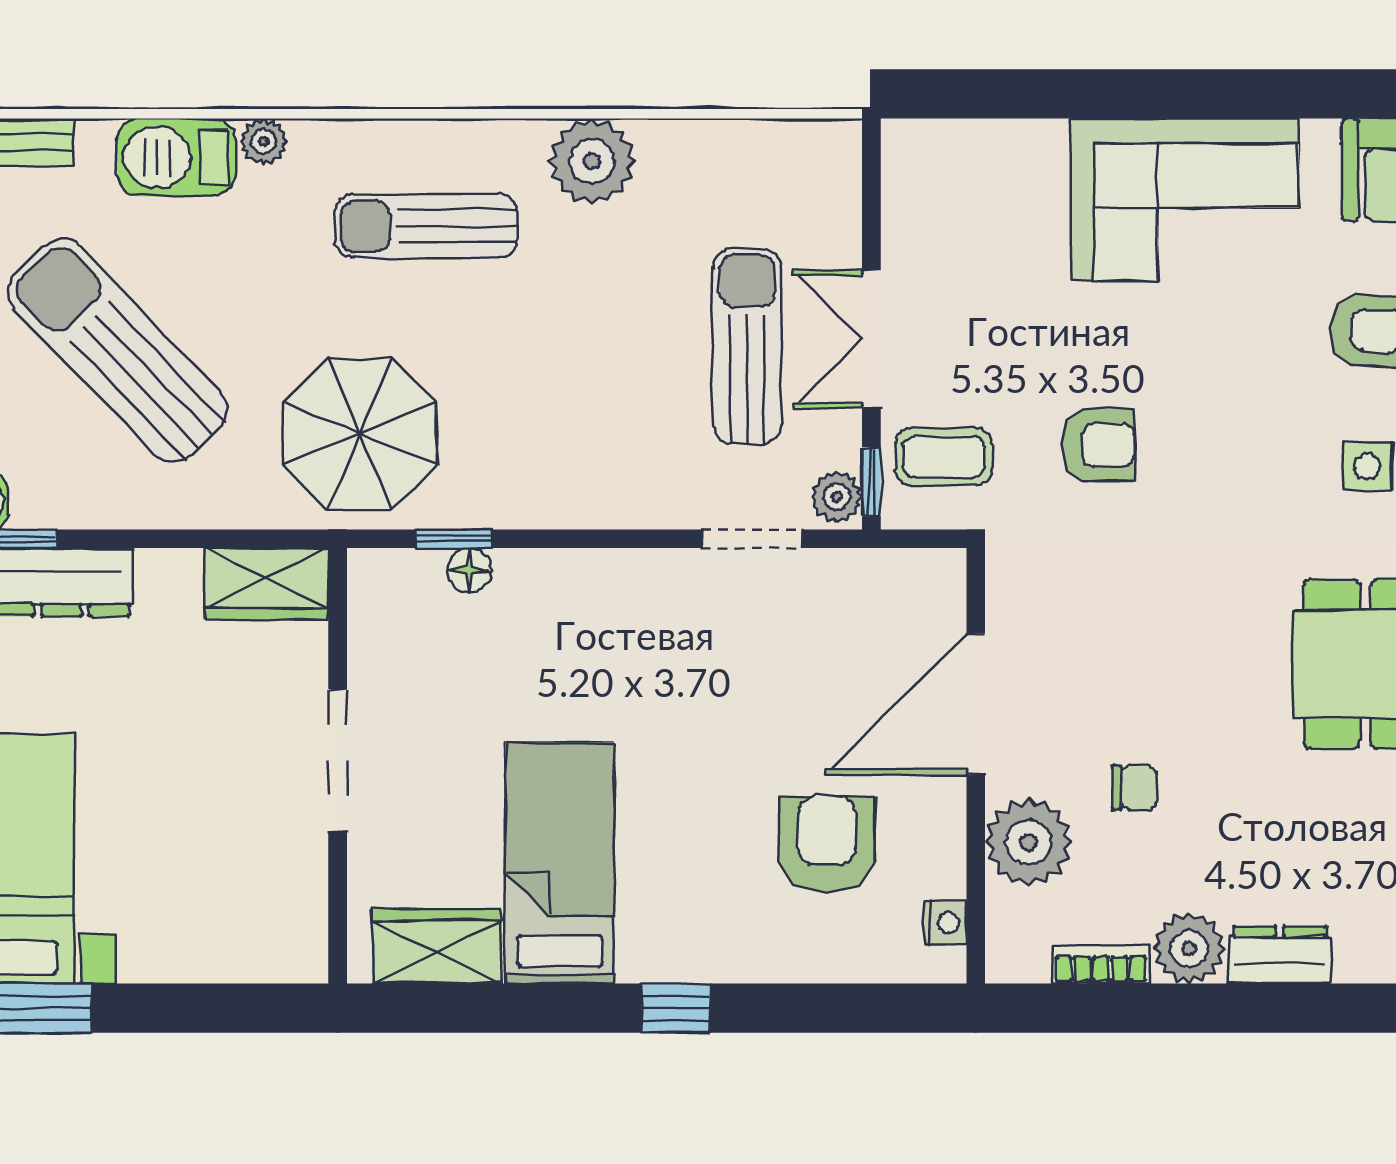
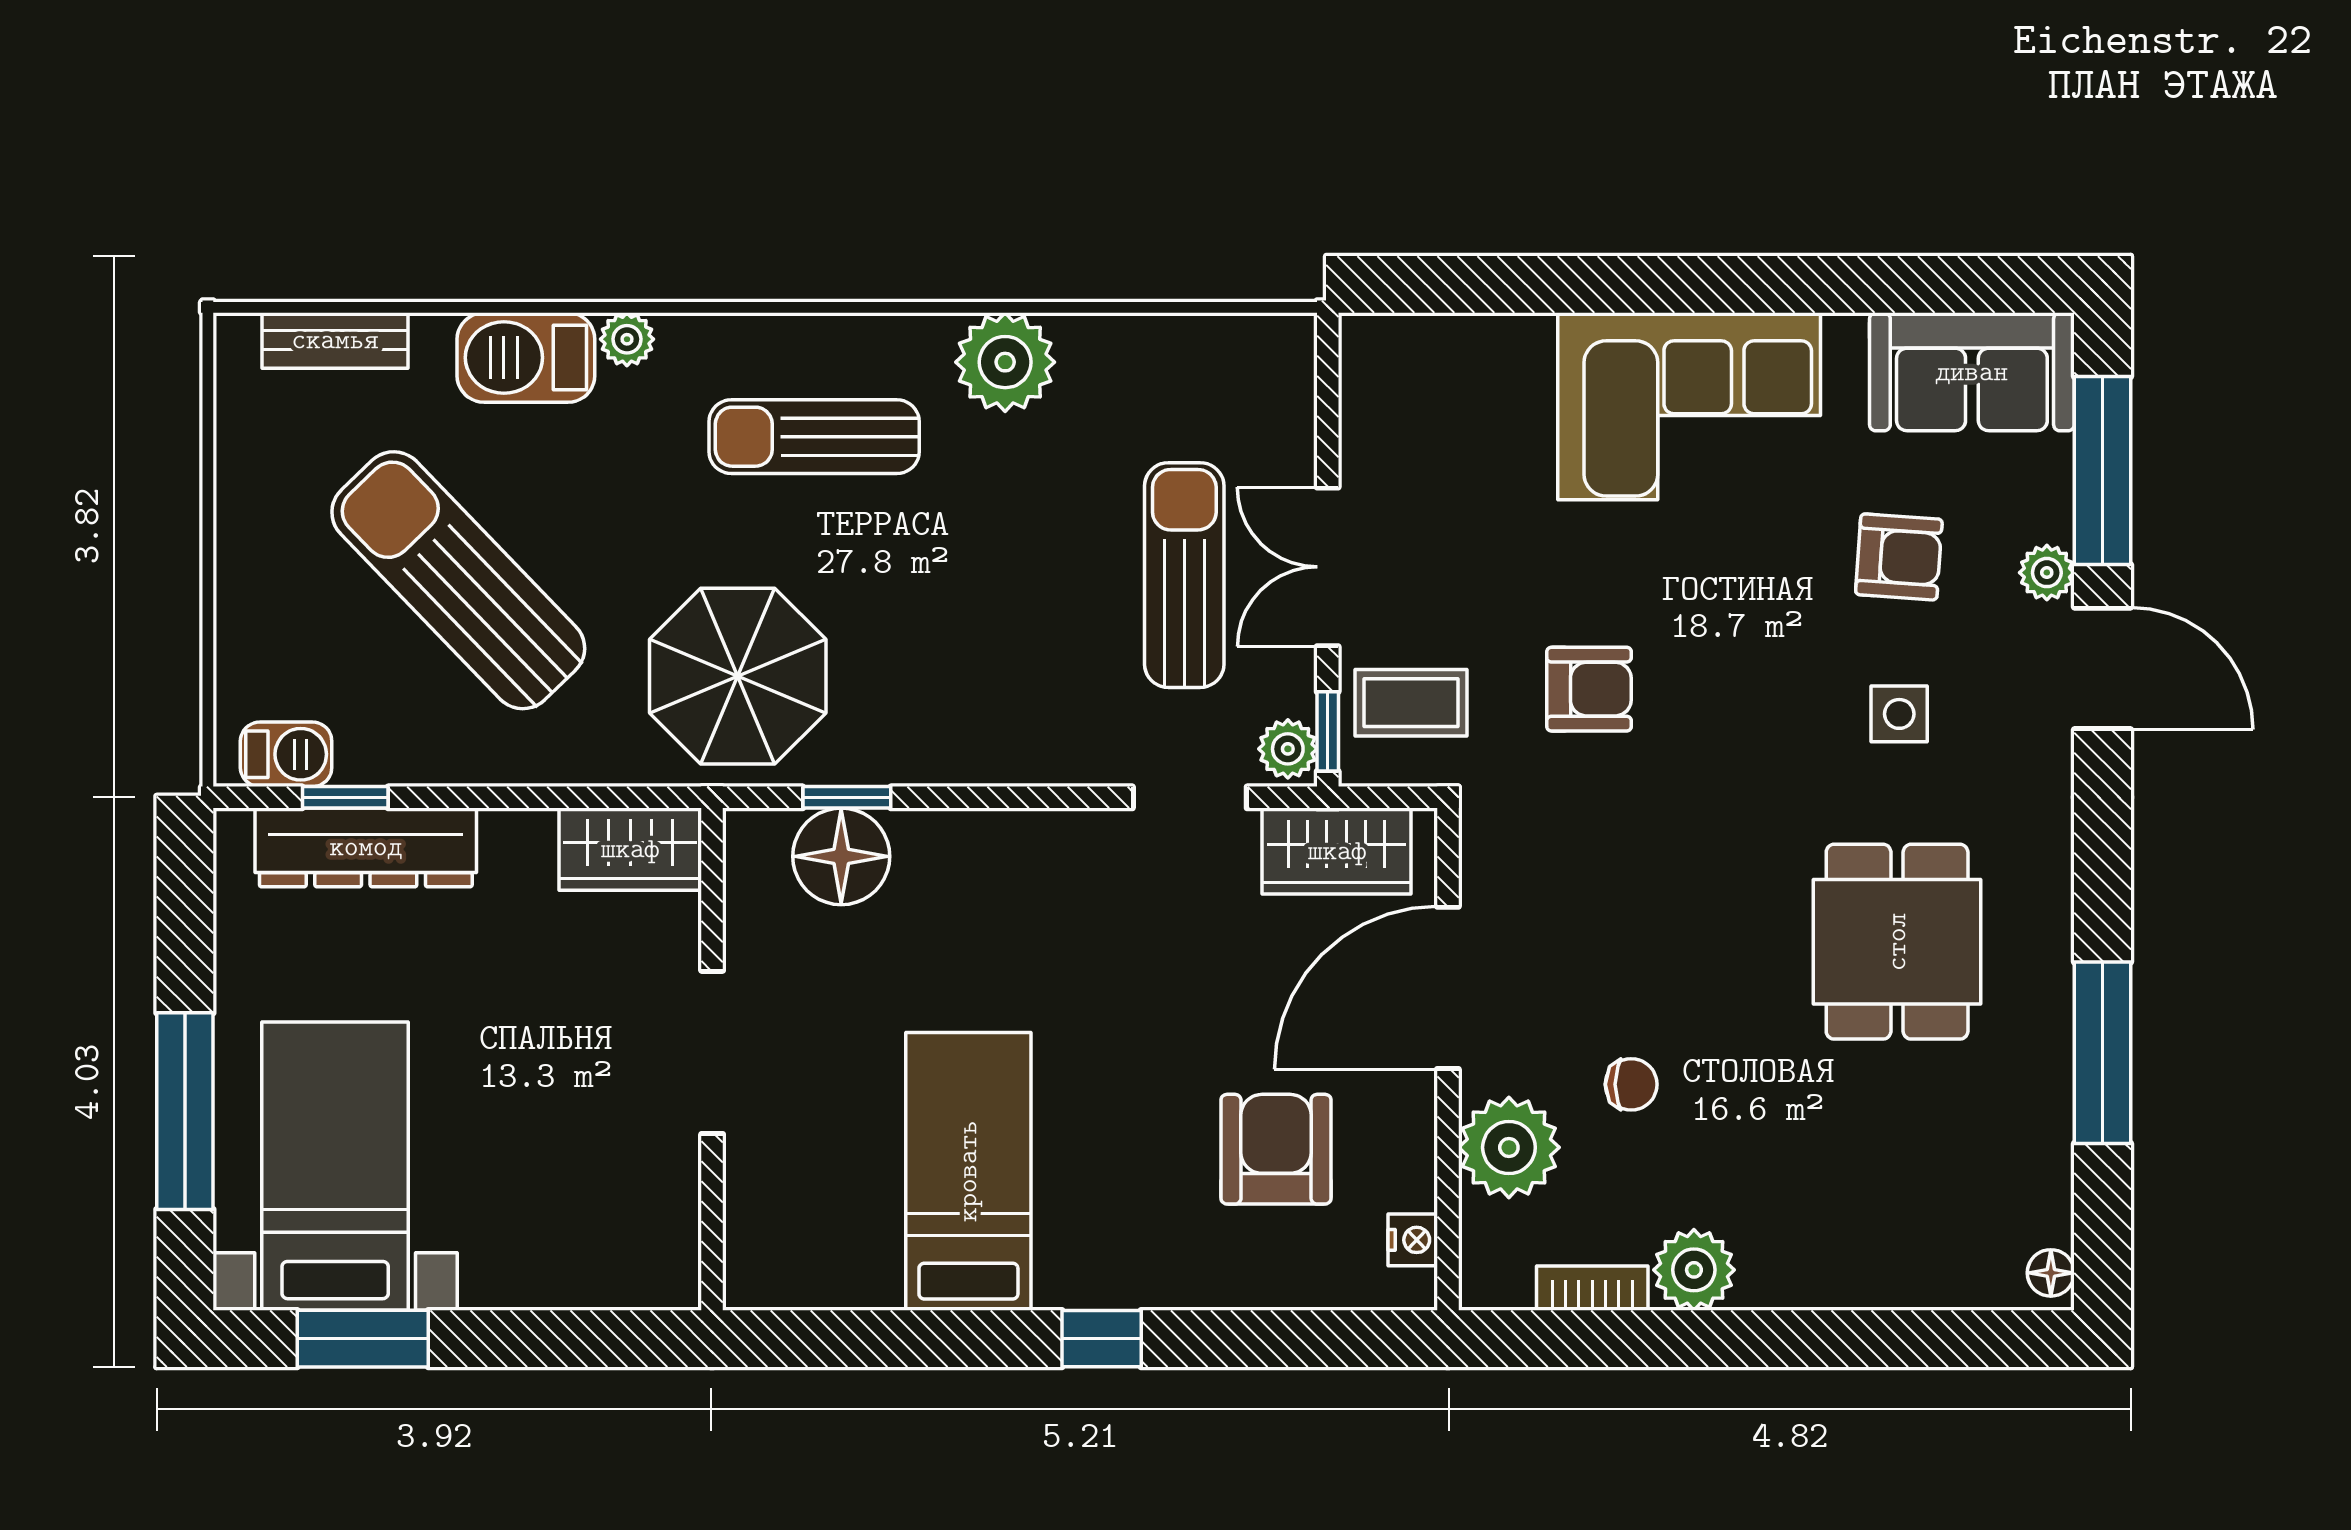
floor lamp: (469, 570) -> (841, 856), width x1.89, depth x1.89
wardrobe: (436, 946) -> (1337, 851), moved, turned 180
dresser: (1280, 955) -> (1799, 1277), removed

